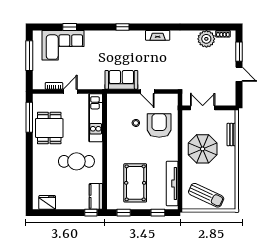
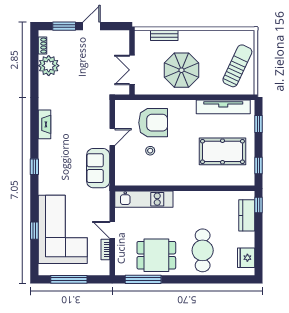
corner sofa: (63, 45) -> (63, 229), width x1.36, depth x1.36
armchair: (159, 125) -> (153, 123), turned 180
cafe table: (76, 161) -> (203, 250), moved
kitchen counter: (96, 196) -> (247, 215), moved, turned 90

